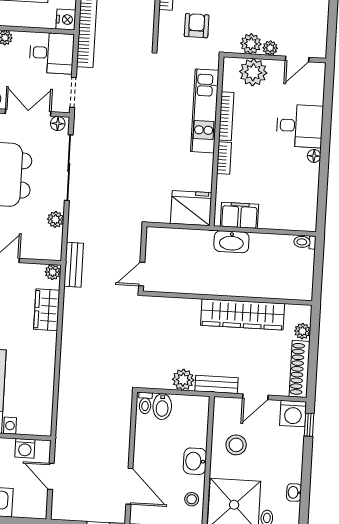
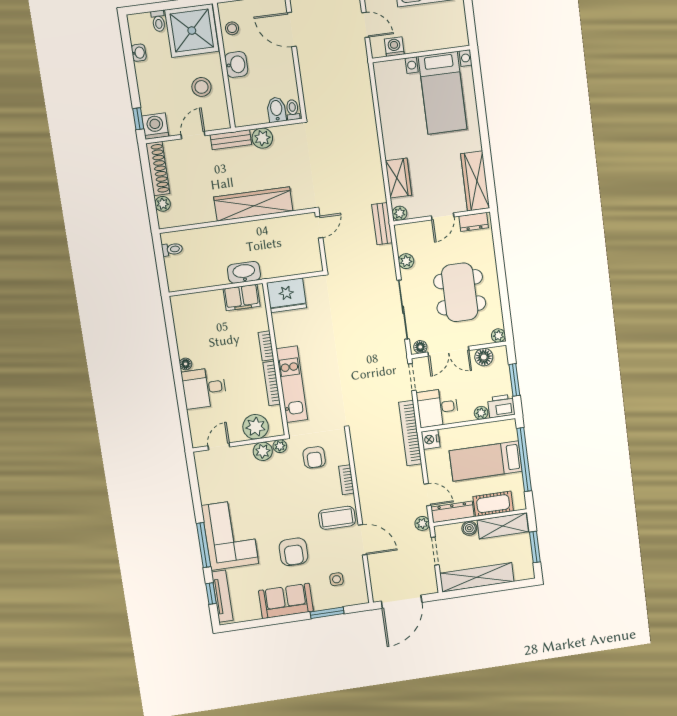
plant: (270, 48) -> (280, 446), moved
toilet: (305, 242) -> (172, 249), moved
wardrobe: (243, 314) -> (253, 204), moved

